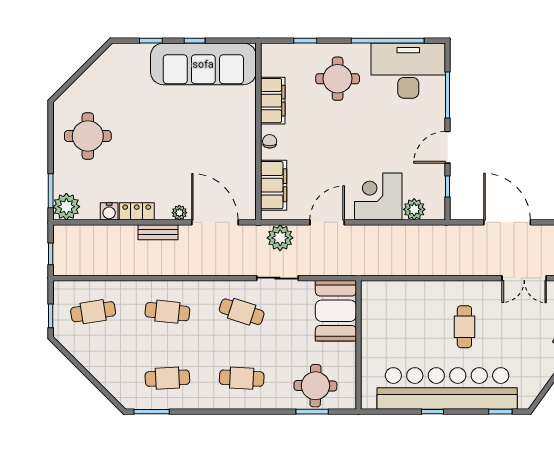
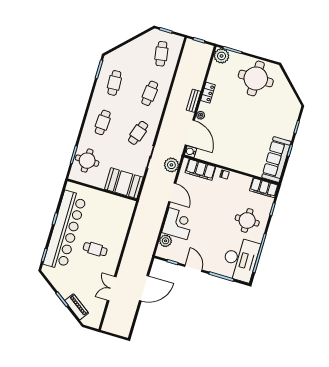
sofa: (203, 64) -> (276, 159), width x0.74, depth x0.79
filing cabinet: (273, 101) -> (264, 188), moved
round table: (88, 136) -> (256, 78), width x1.36, depth x1.36
water cooler: (109, 211) -> (191, 152), moved
door: (215, 222) -> (190, 133), hinge flipped

